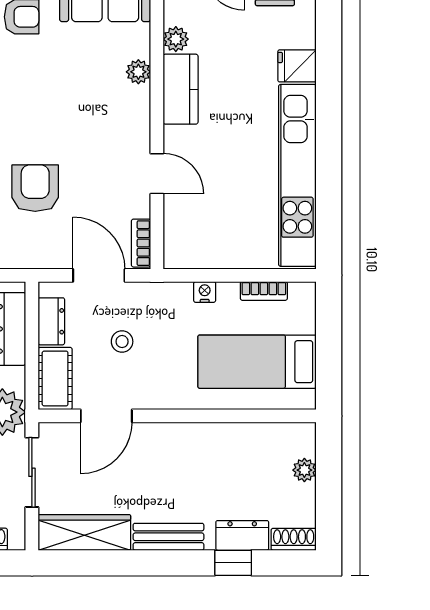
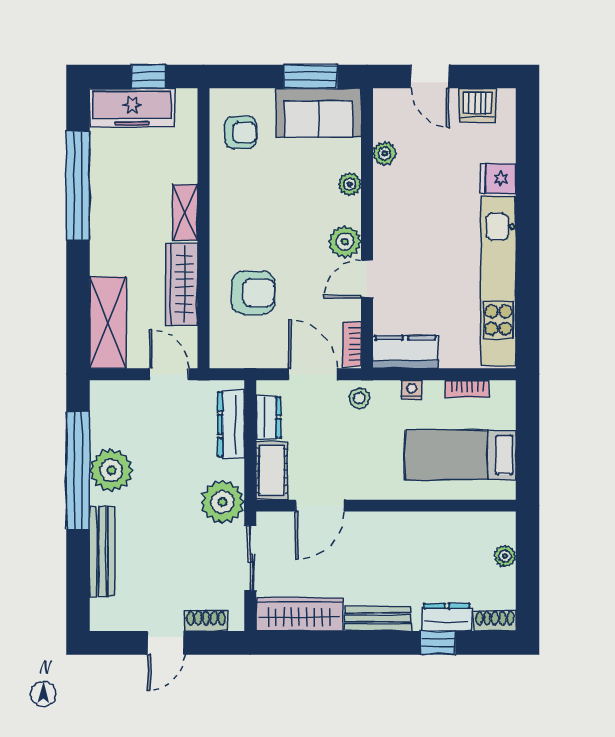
kitchen counter: (181, 89) -> (405, 352), moved, turned -90
plant: (133, 133) -> (345, 242), added
door: (157, 174) -> (367, 279), swing flipped
armchair: (35, 188) -> (253, 293), turned 90
stool: (122, 342) -> (359, 398), moved

